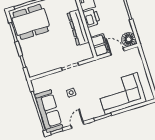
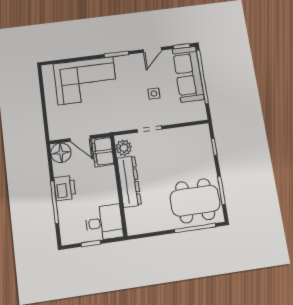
printer: (91, 18) -> (65, 188), moved, turned 180
plant: (86, 50) -> (124, 148), added

